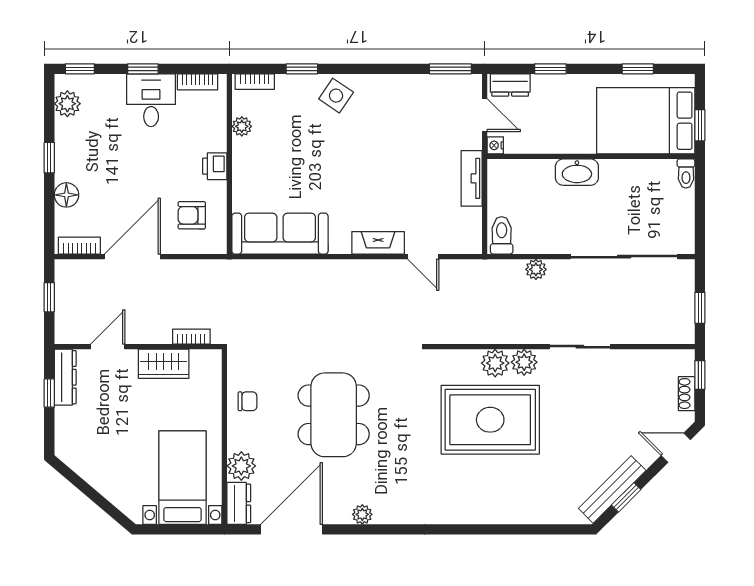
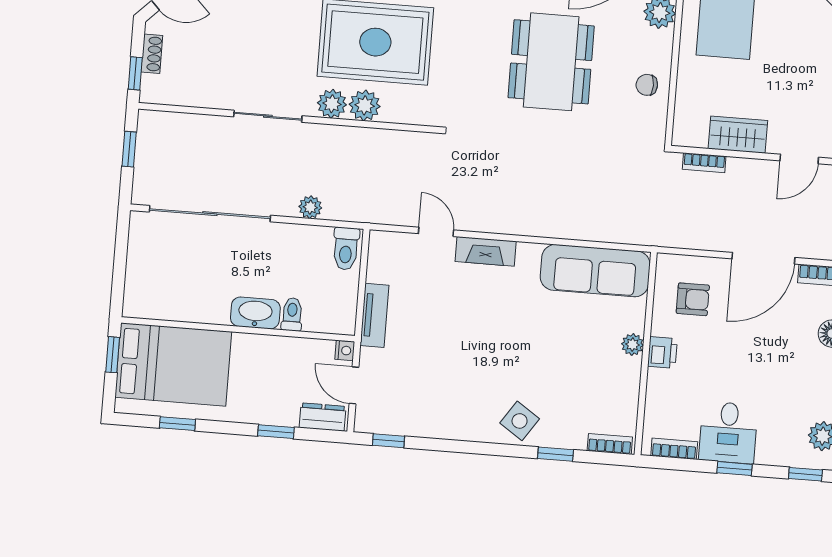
window: (450, 69) -> (389, 441), width x0.67
plant: (242, 126) -> (632, 345), moved
toilet: (686, 174) -> (292, 314), moved

